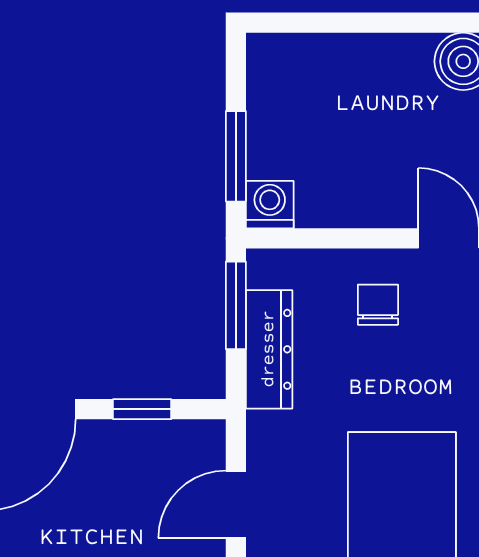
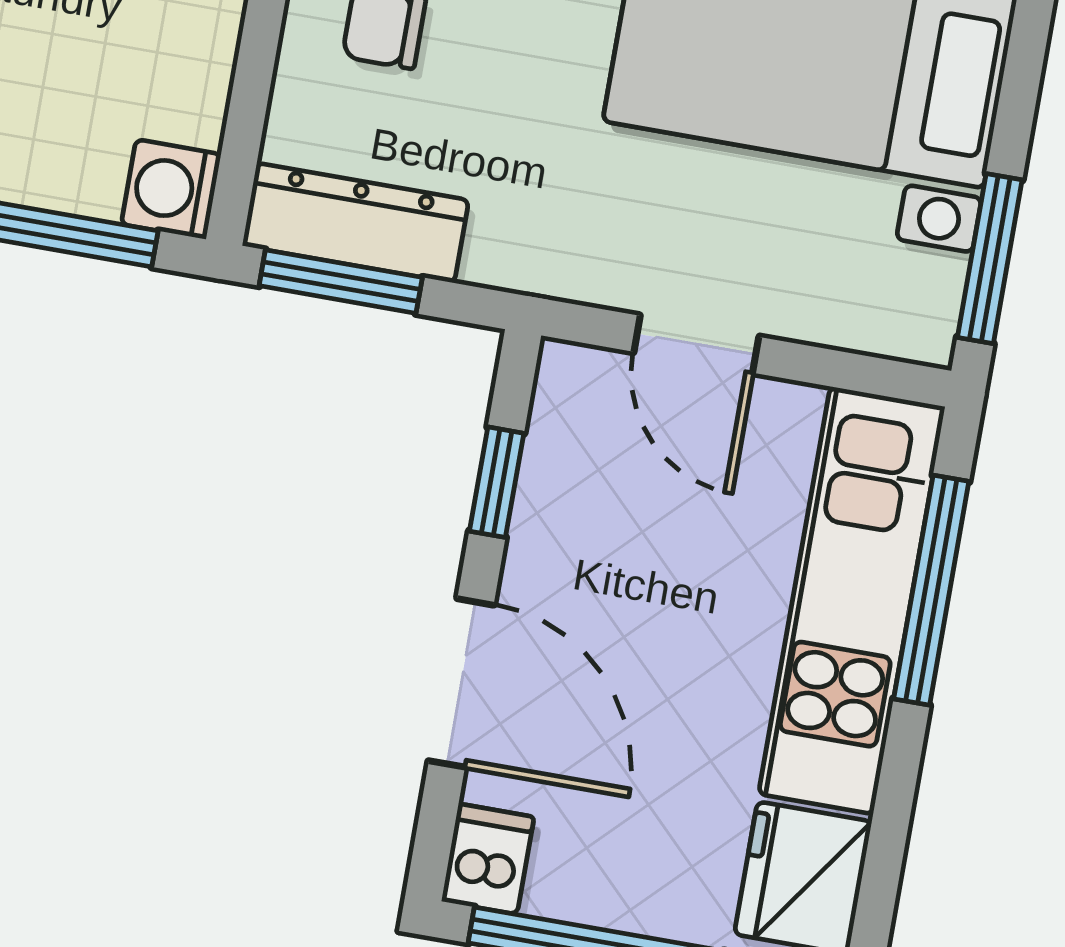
dresser: (269, 349) -> (355, 223), moved

